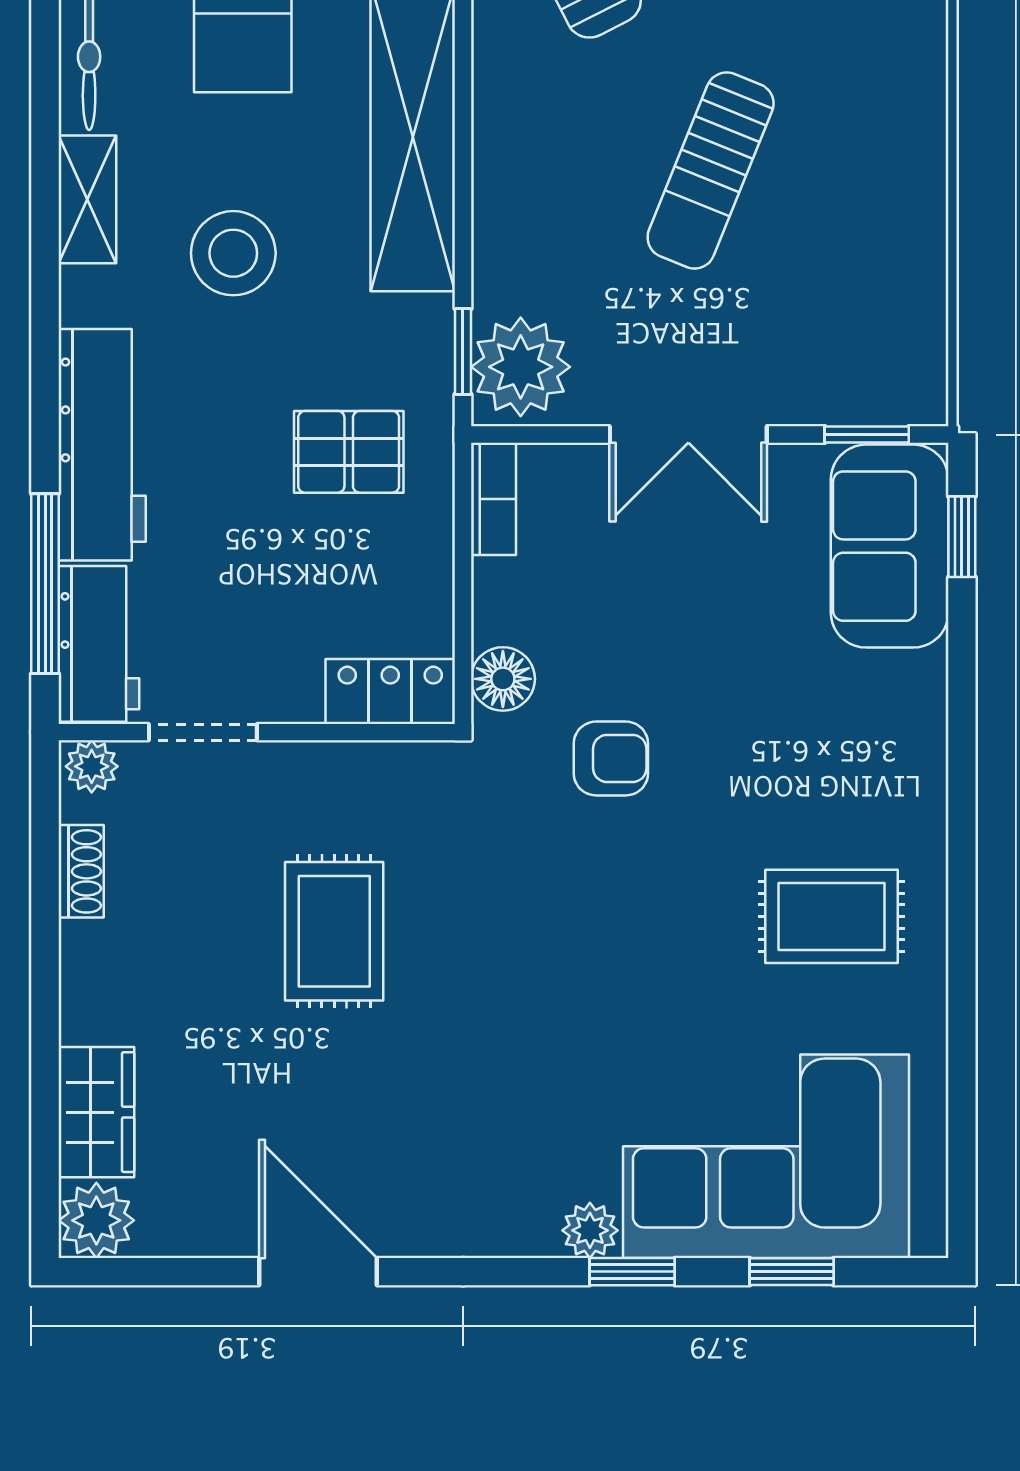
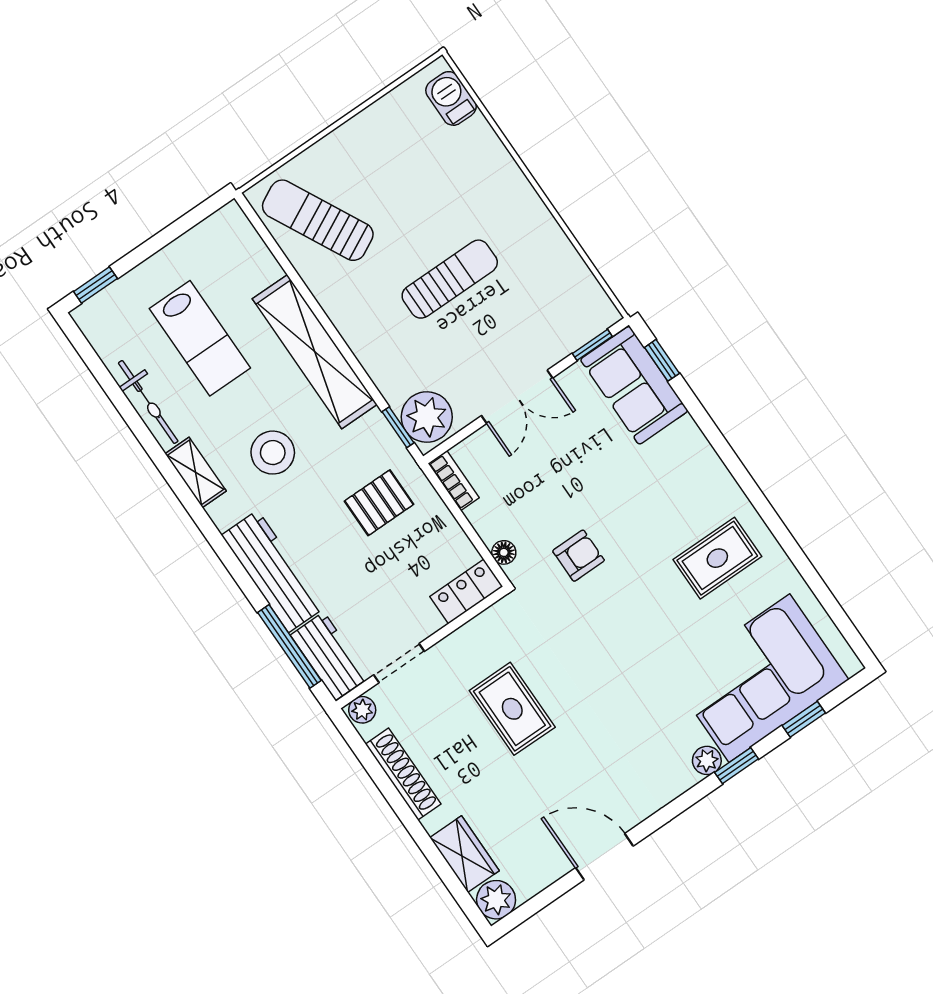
sun lounger: (711, 170) -> (450, 279), turned -112
floor lamp: (503, 679) -> (504, 552), width x0.73, depth x0.73
shoe rack: (81, 871) -> (403, 774), width x1.94, depth x1.24

